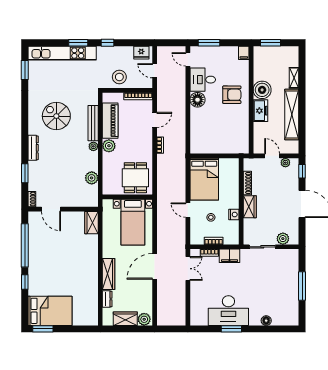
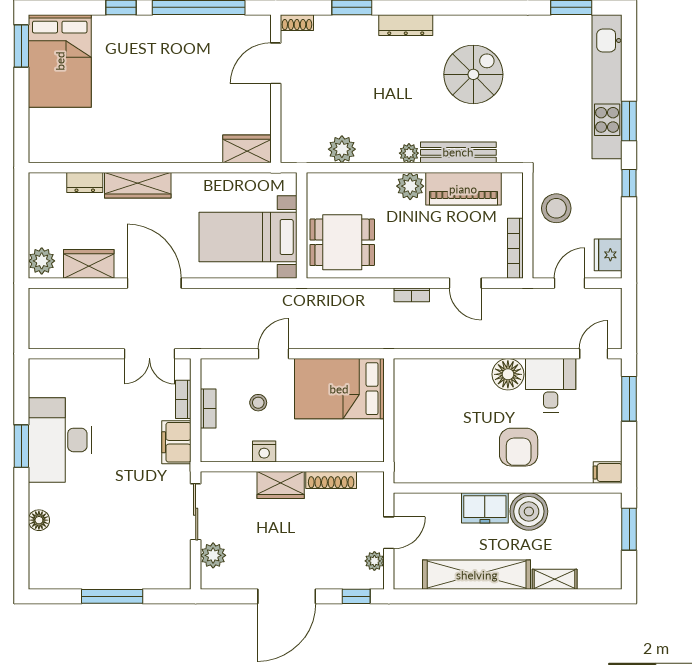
wardrobe: (125, 319) -> (89, 264), moved, turned -90

